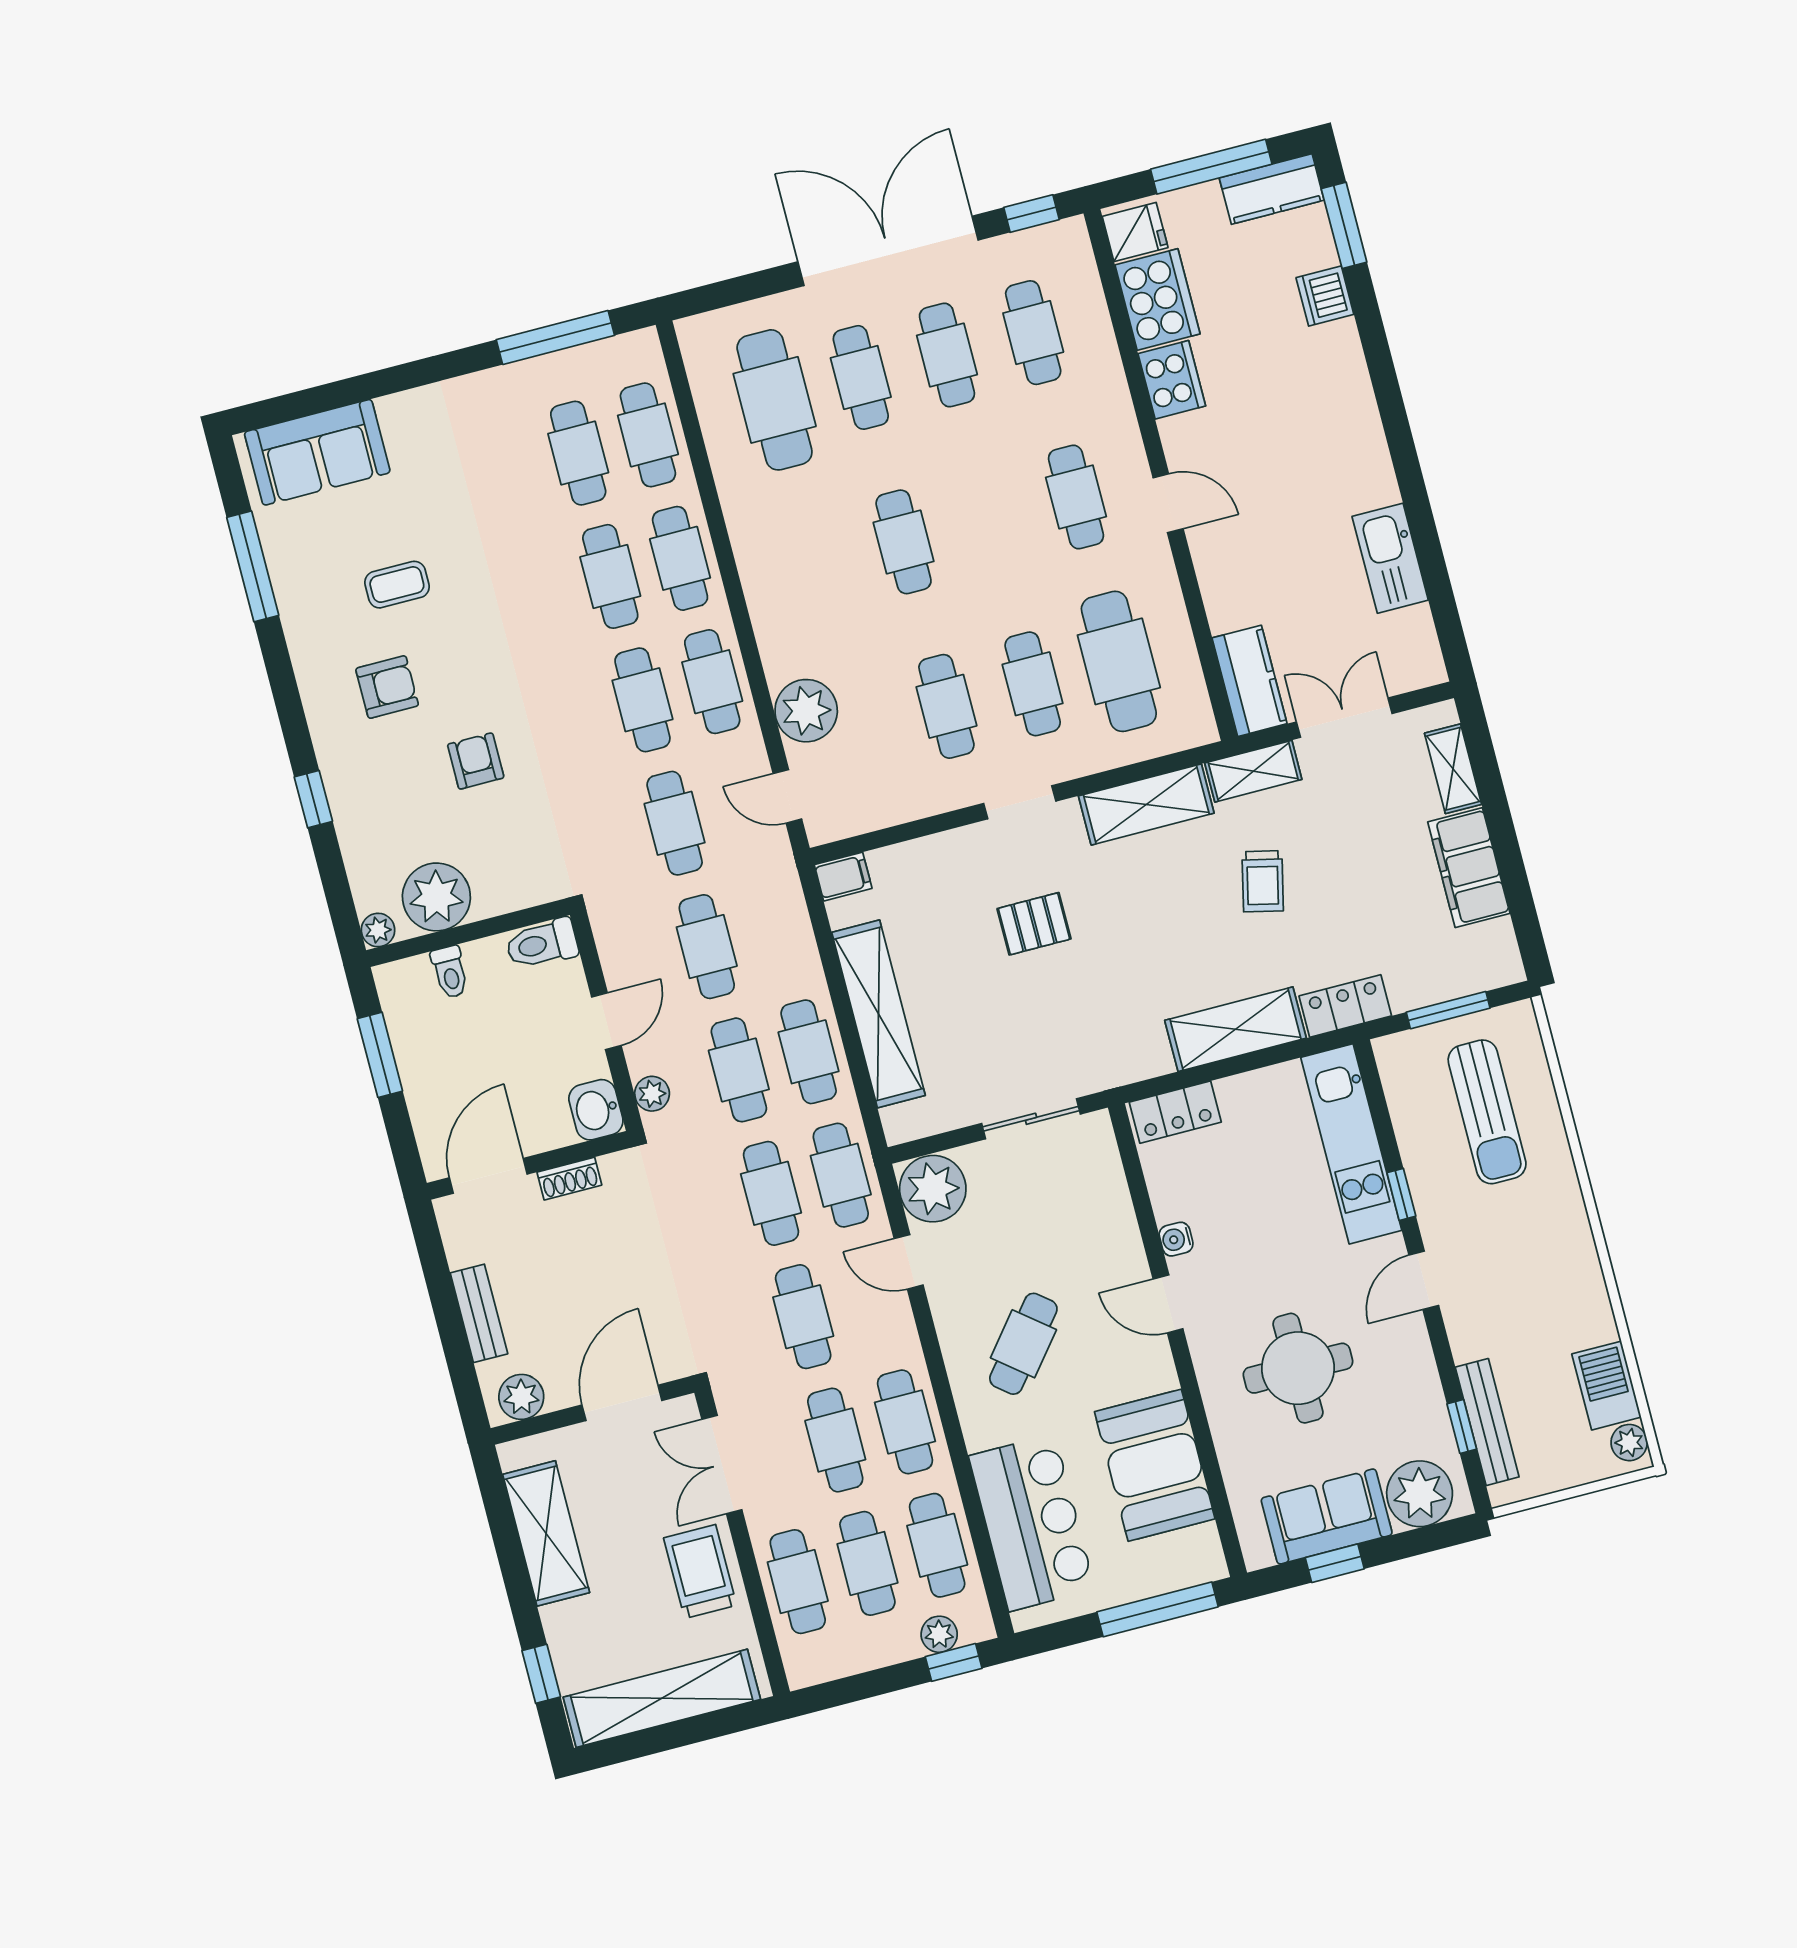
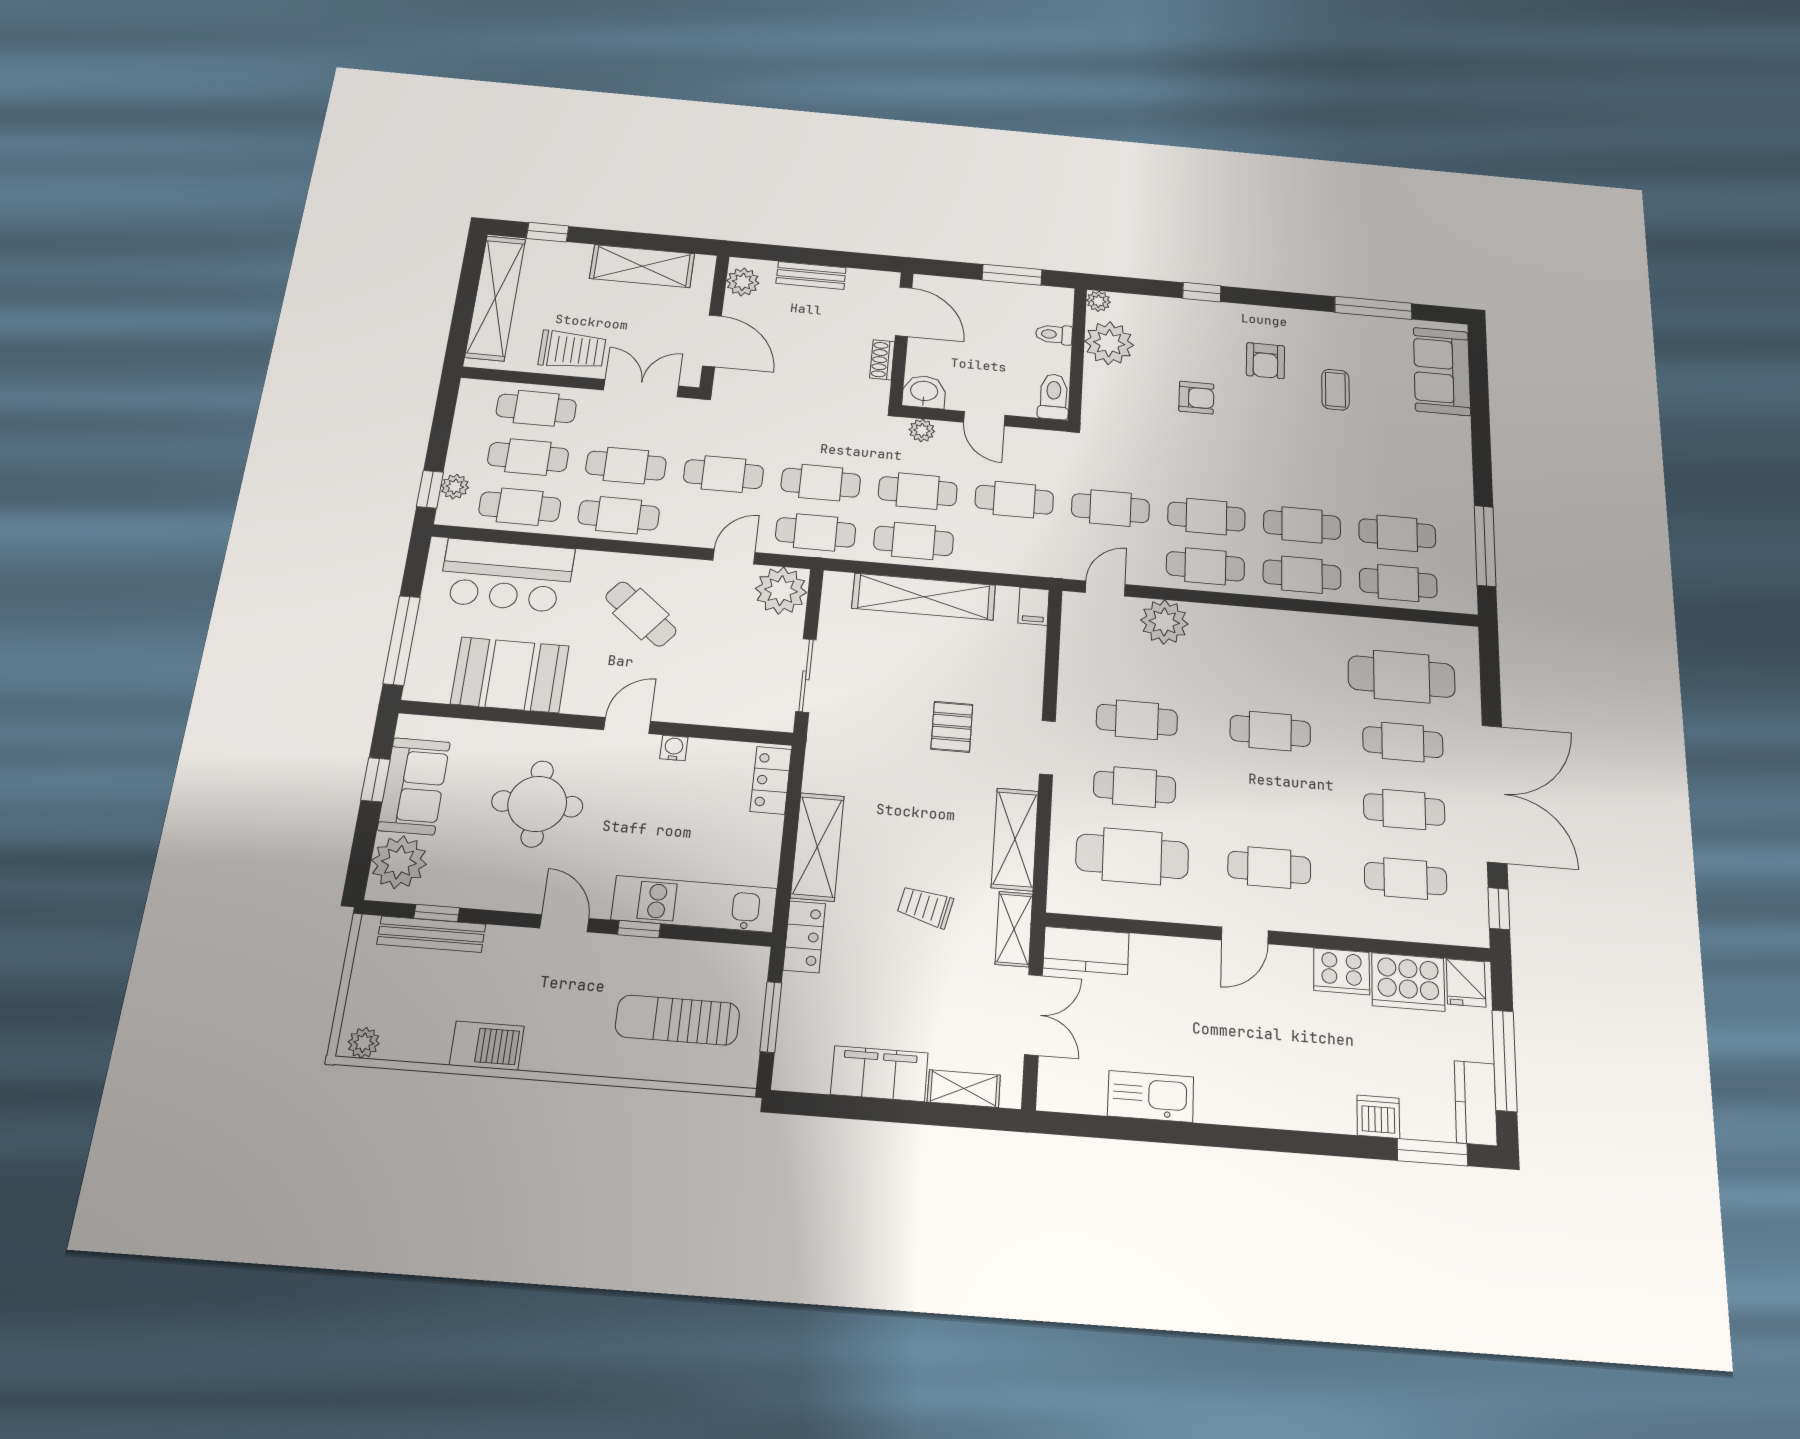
barbecue: (1606, 1386) -> (487, 1046), moved

